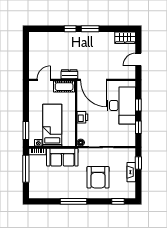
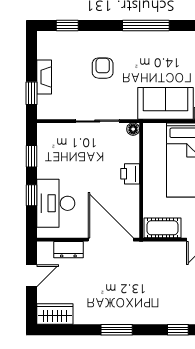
window: (70, 29) -> (178, 330), moved
dresser: (69, 74) -> (68, 250), moved
desk: (121, 105) -> (56, 203), width x0.73, depth x0.77
armchair: (98, 177) -> (103, 68), width x0.53, depth x0.53

